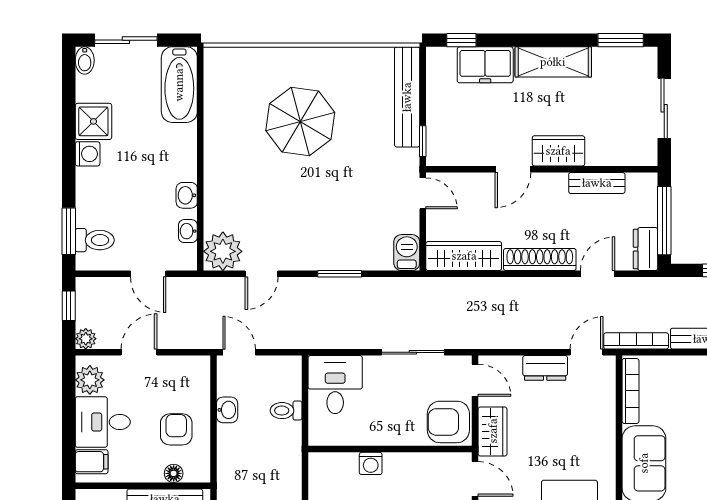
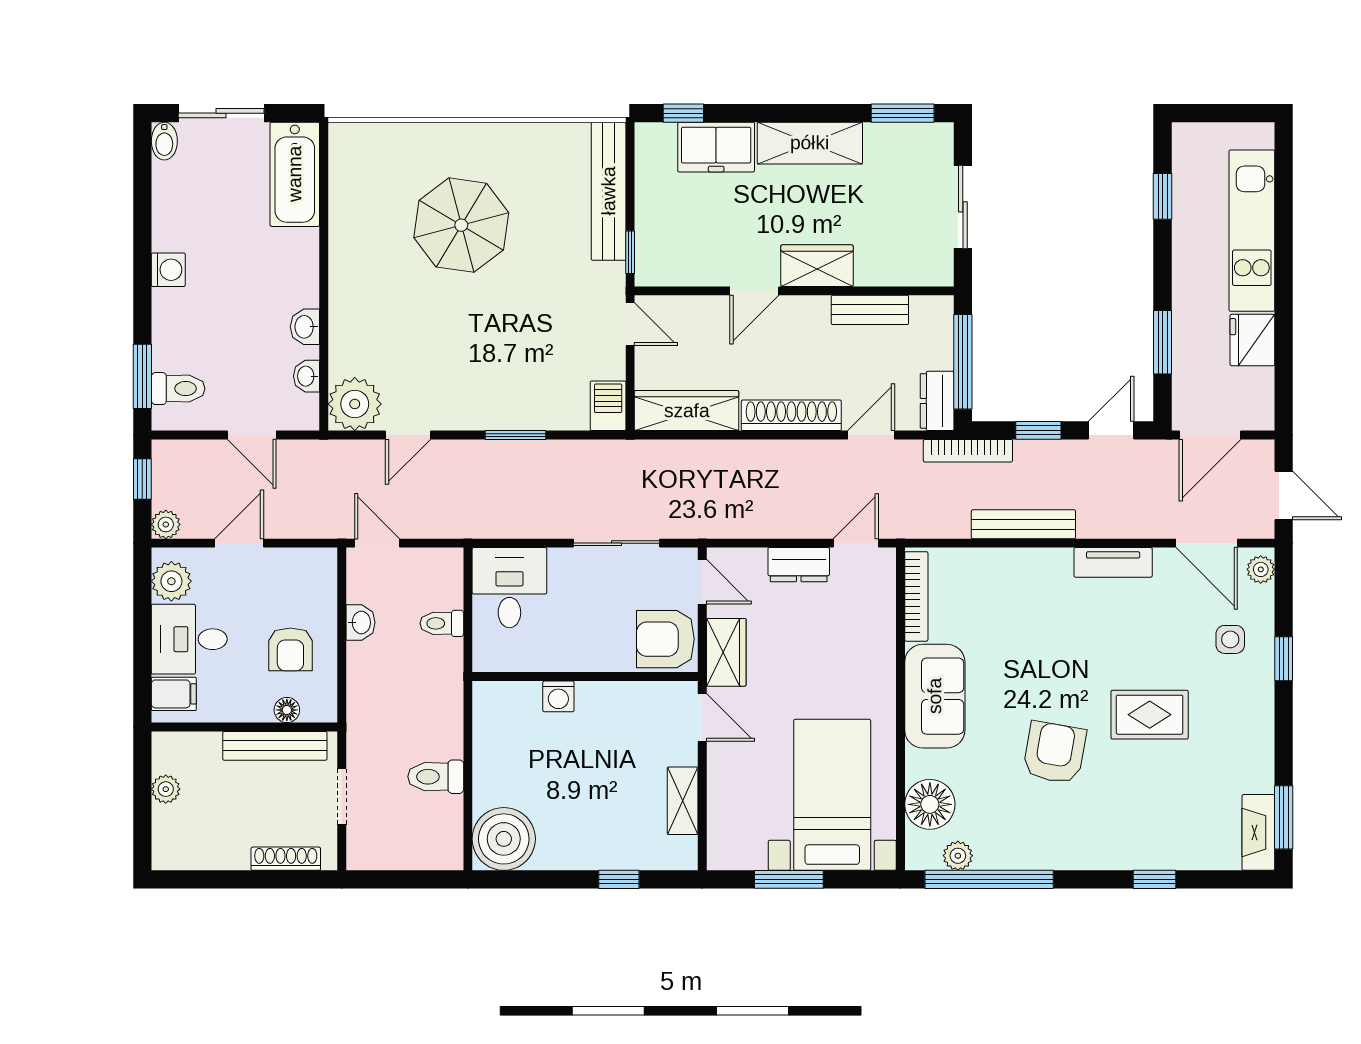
shower: (93, 121) -> (176, 225), removed
bookcase: (636, 341) -> (968, 451), moved, turned 180
armchair: (176, 429) -> (290, 649), turned 180

